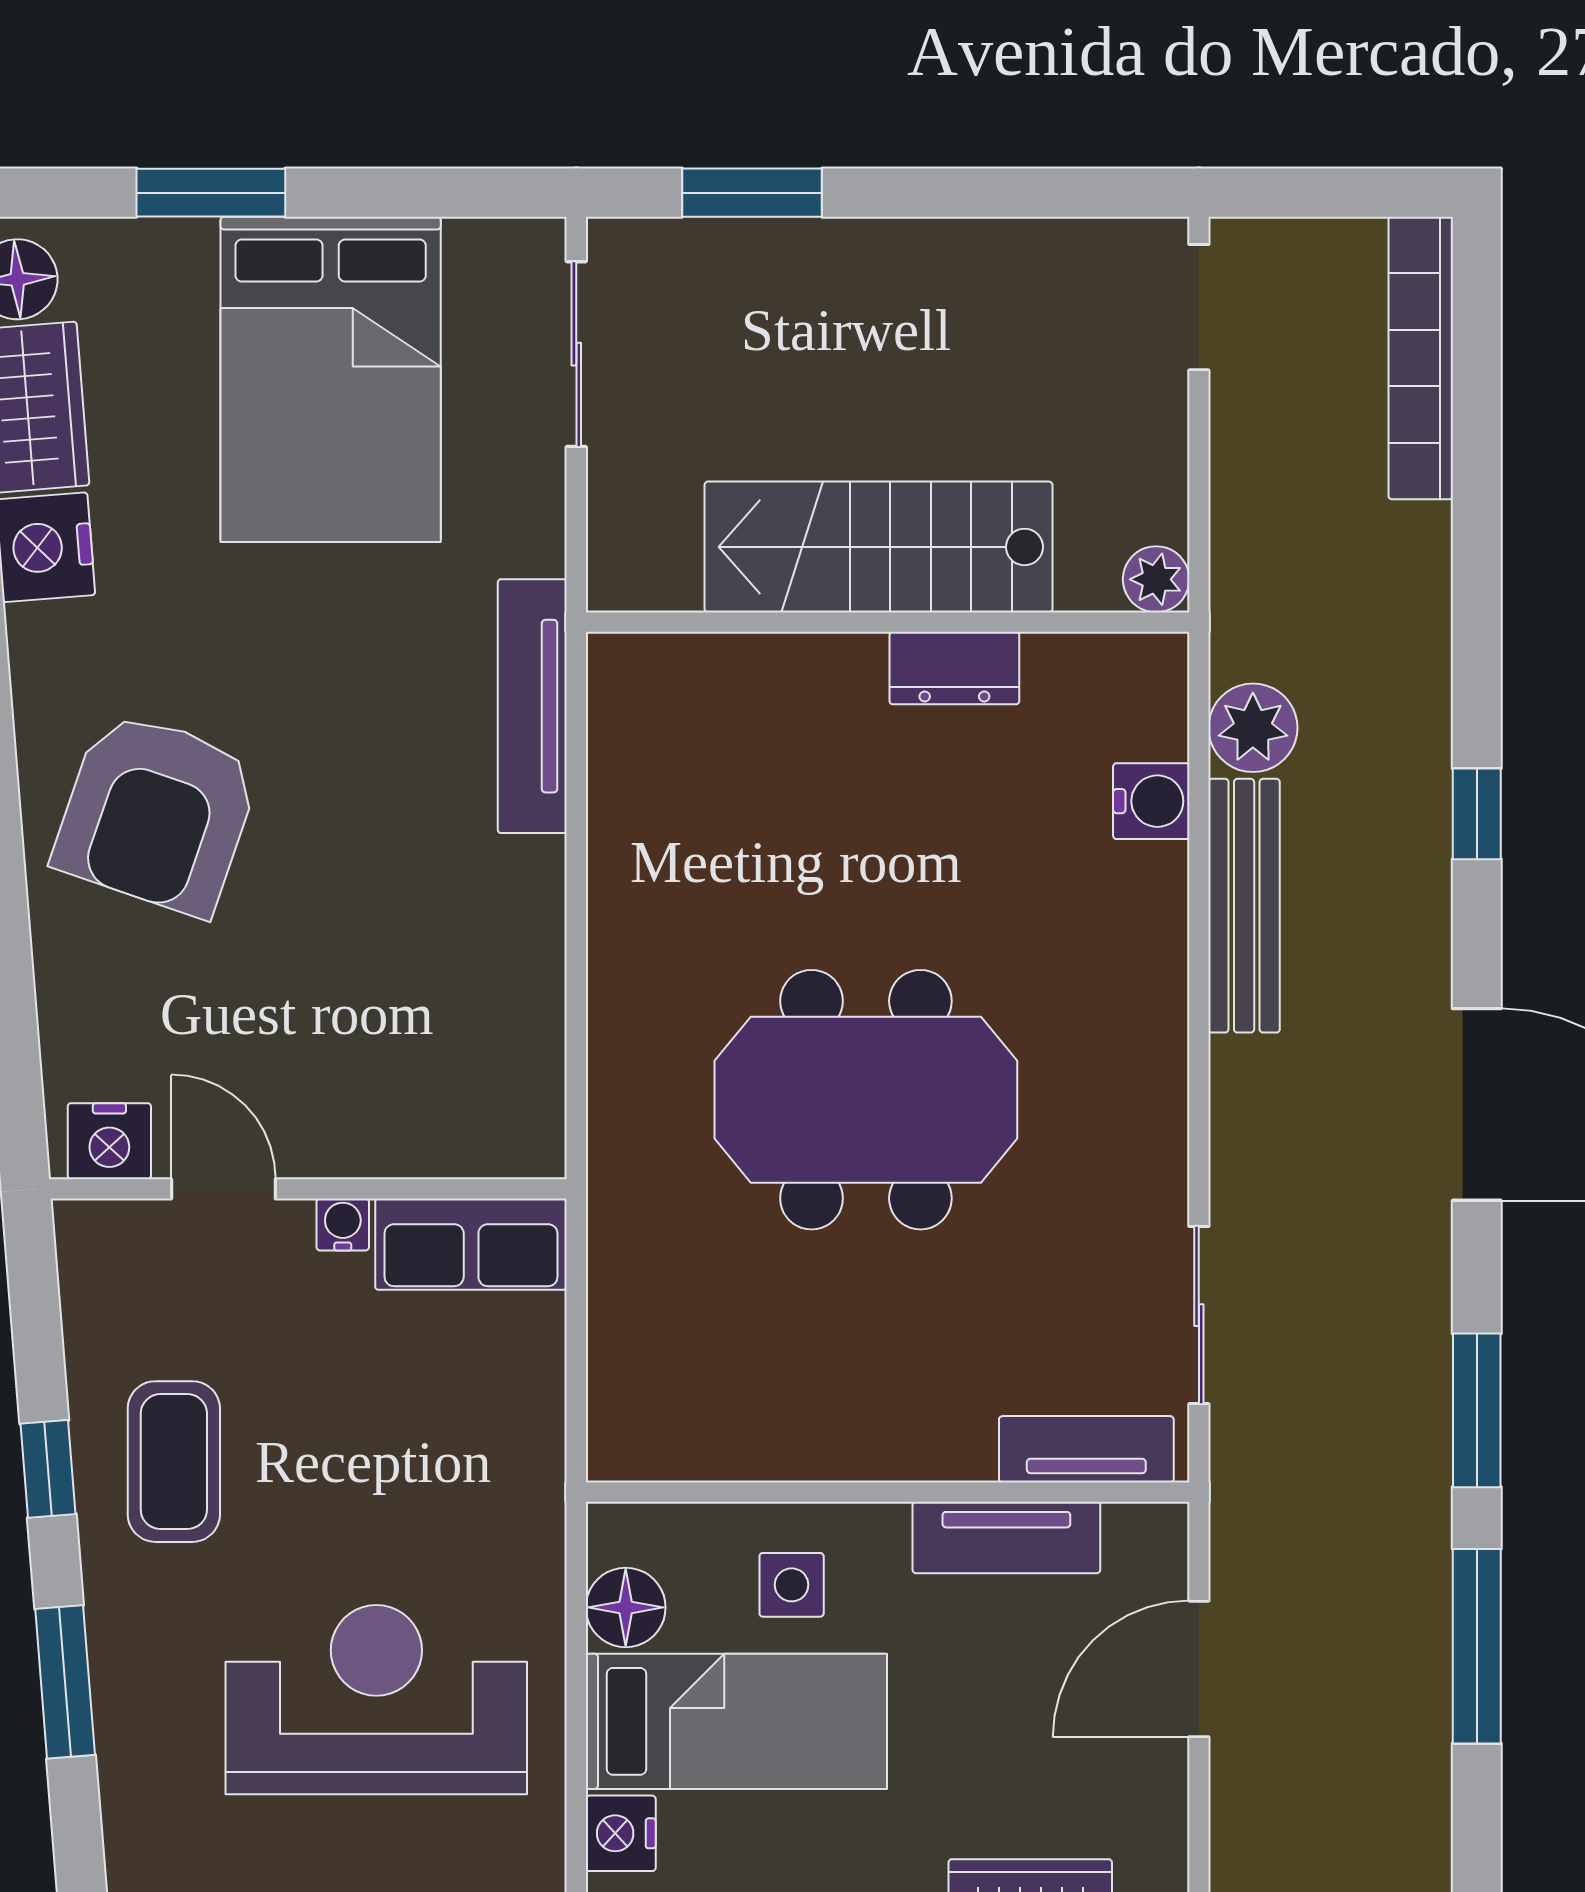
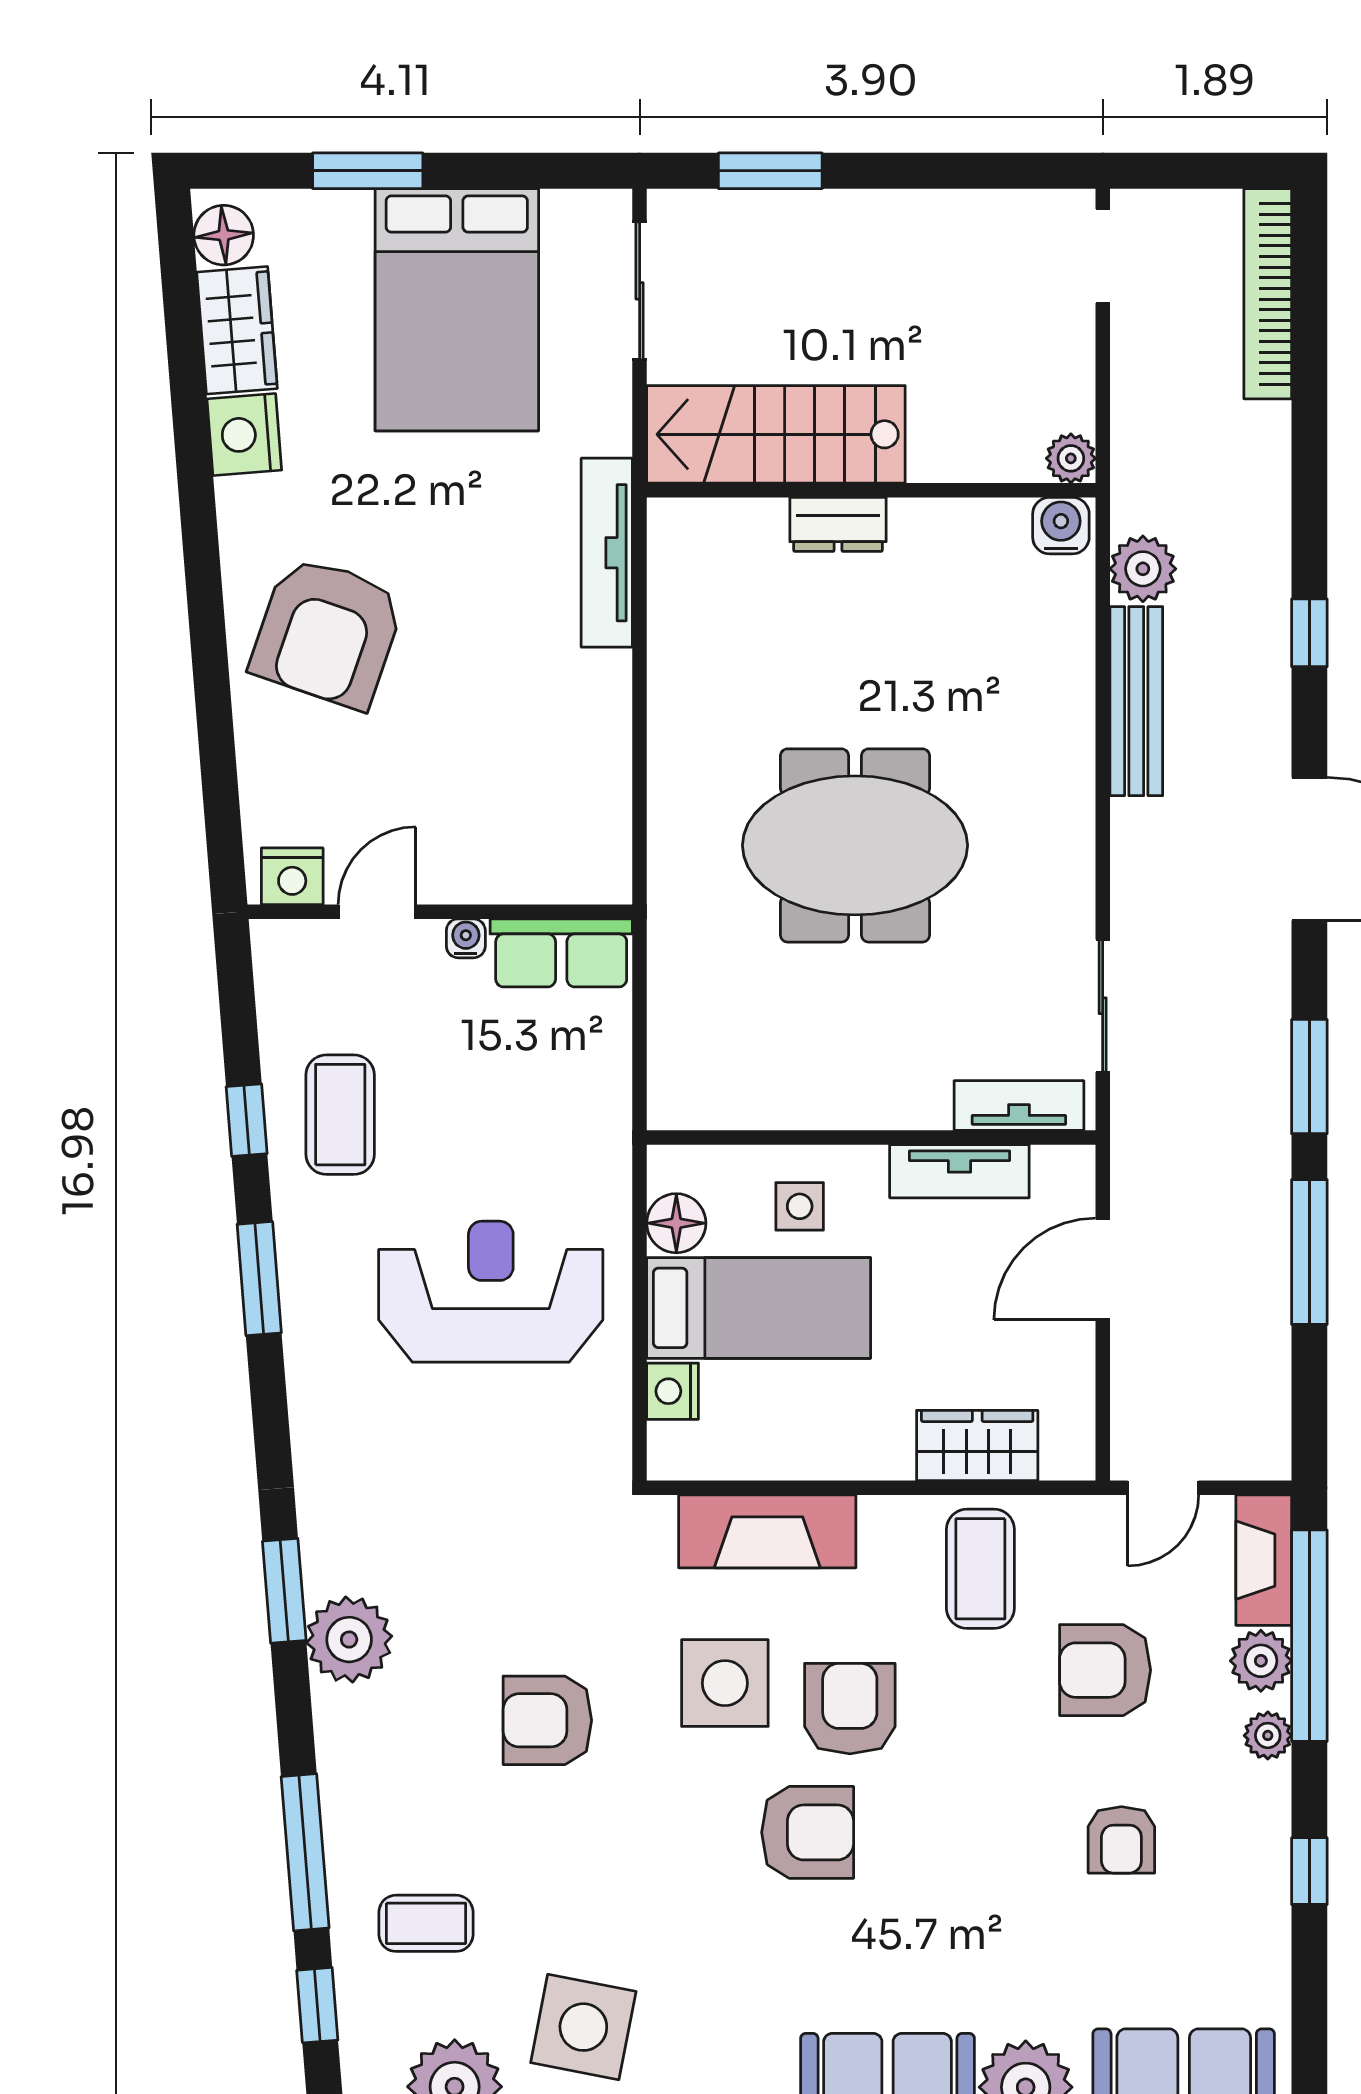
stairs: (879, 547) -> (776, 434), moved
dresser: (954, 668) -> (838, 524), moved
water cooler: (1151, 801) -> (1061, 526), moved, turned -90
door: (223, 1189) -> (377, 912), hinge flipped

